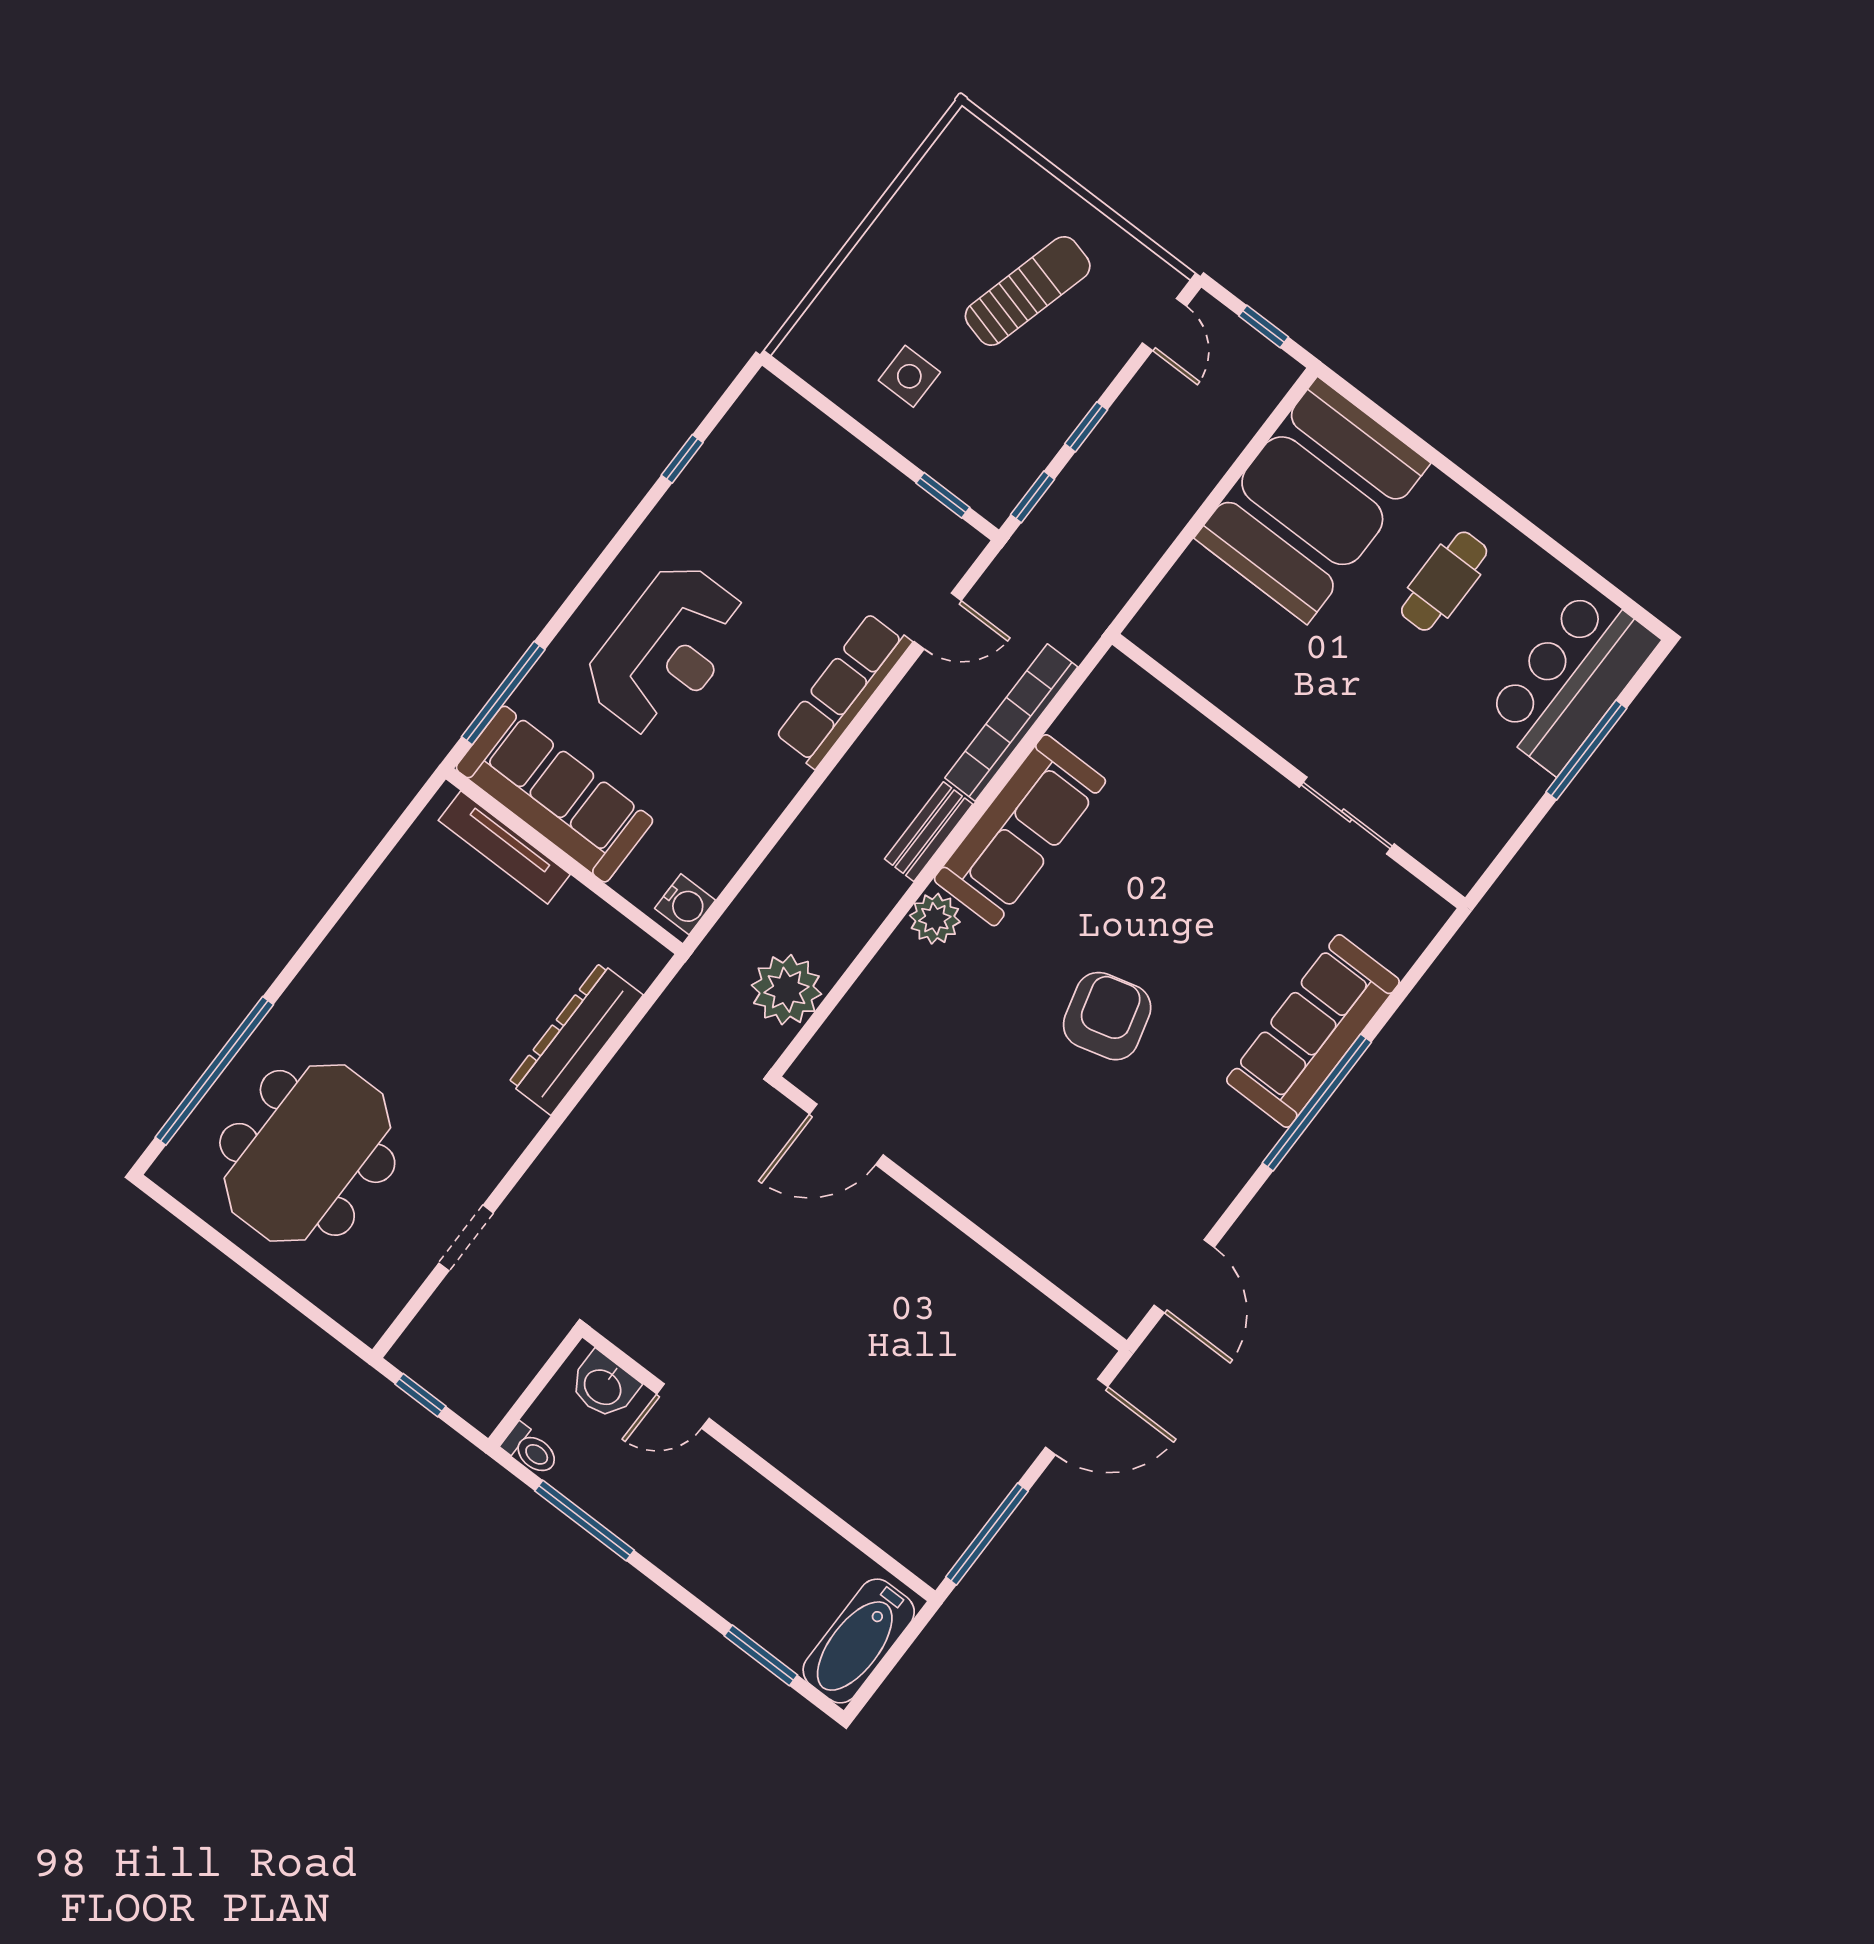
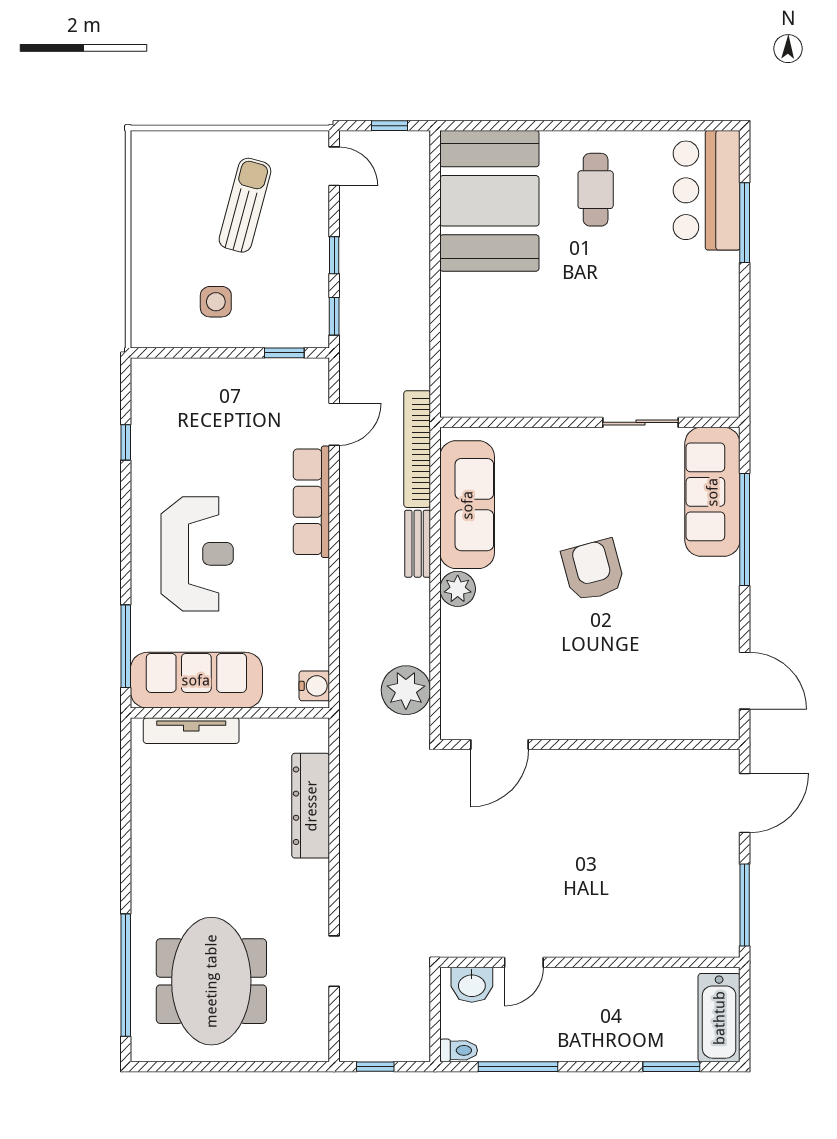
wall: (1289, 771) -> (590, 422), moved
sliding door: (1347, 815) -> (641, 422), moved

